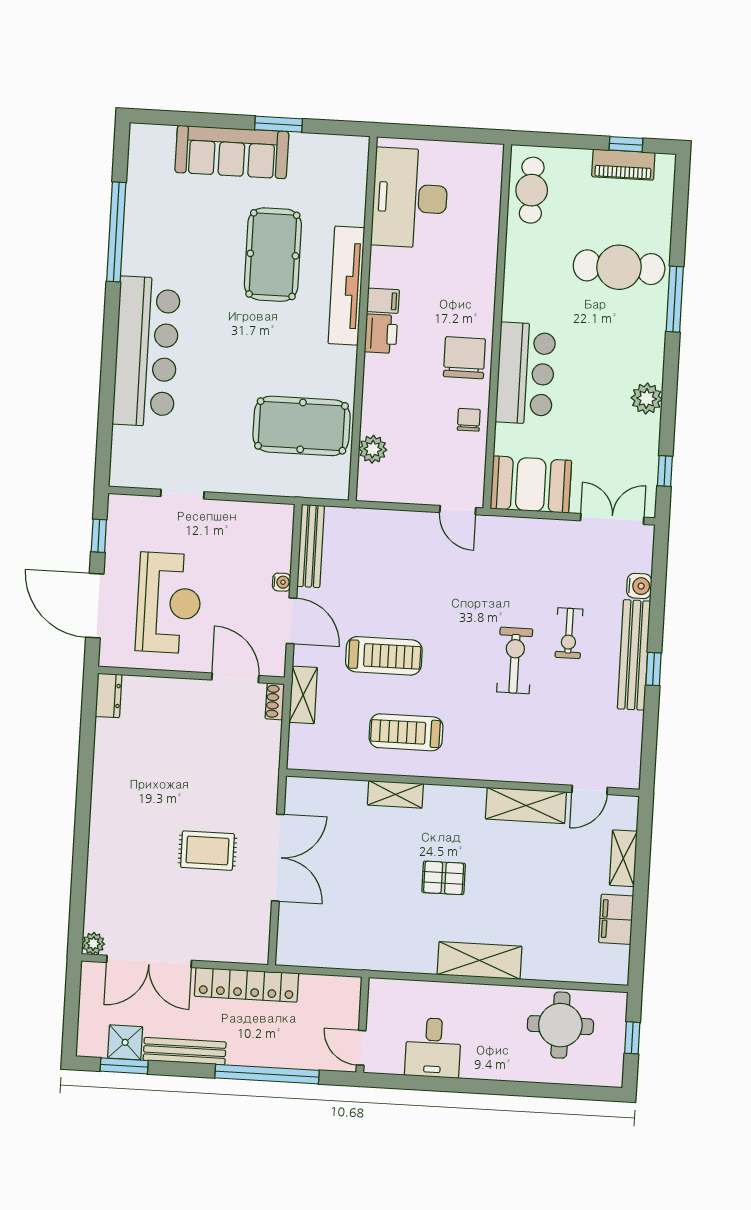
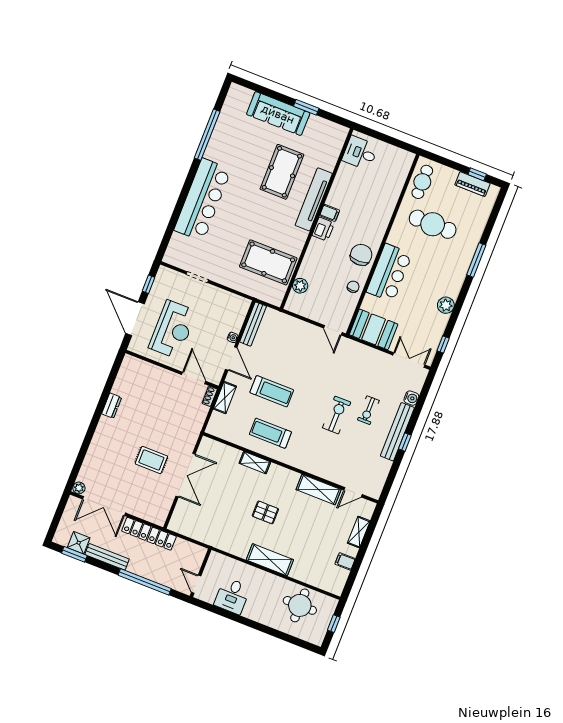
desk: (410, 198) -> (360, 153), width x0.53, depth x0.77
cafe table: (619, 267) -> (433, 224), moved
dresser: (109, 695) -> (112, 406), moved
filing cabinet: (616, 919) -> (345, 561), width x0.50

